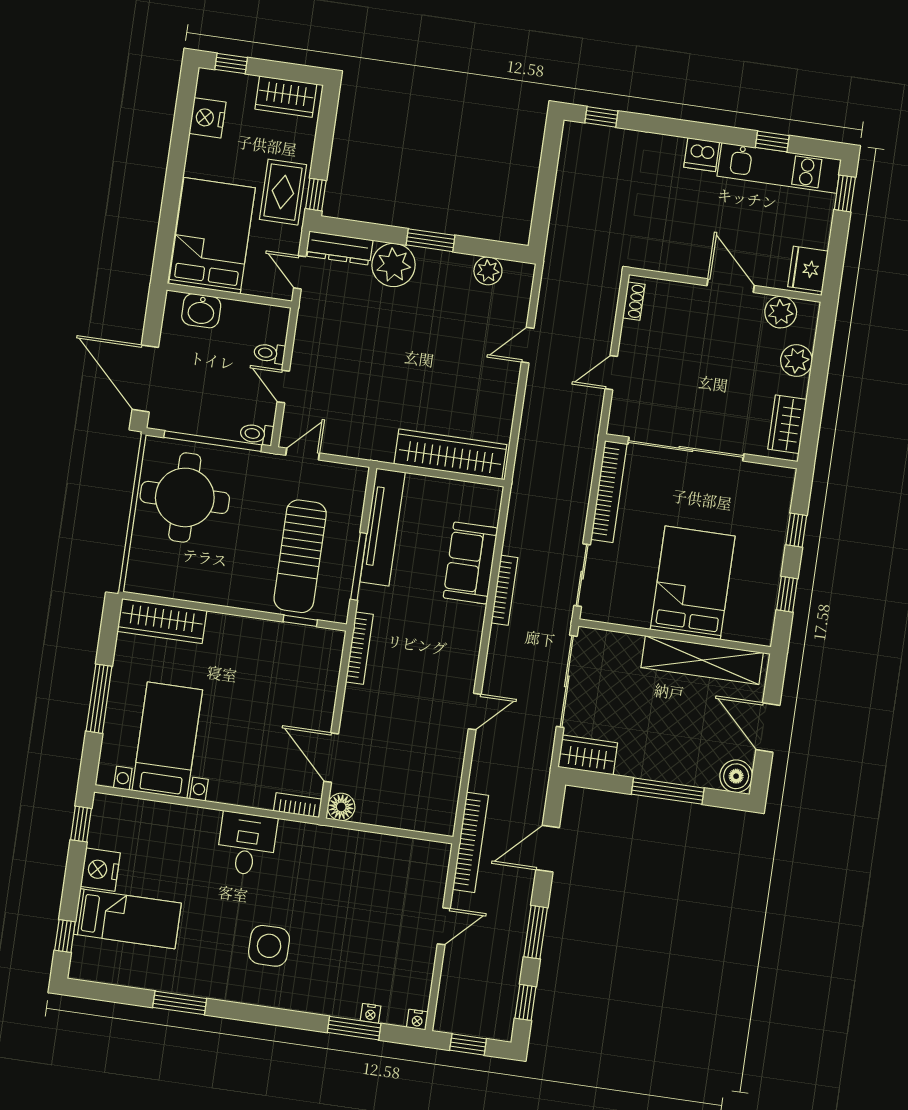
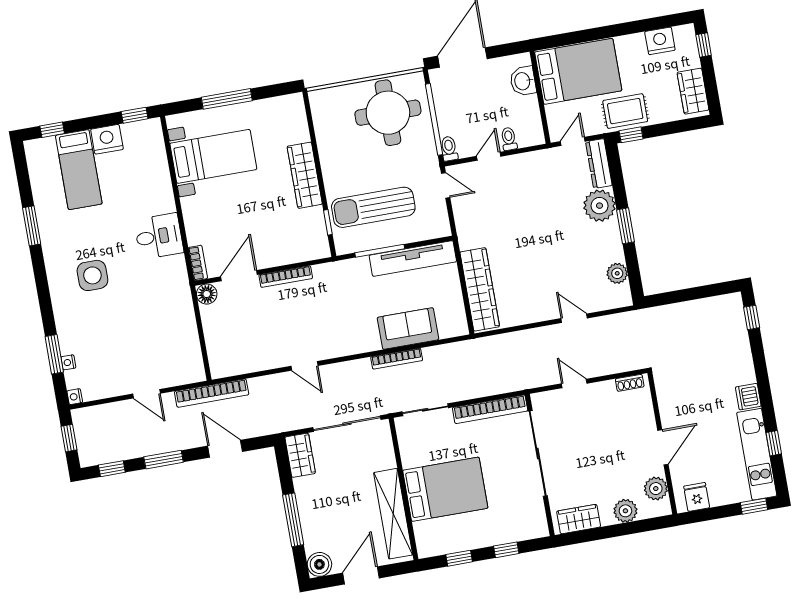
fridge: (808, 269) -> (697, 497), width x0.72
wardrobe: (162, 621) -> (305, 175), moved
bookcase: (359, 648) -> (286, 277), moved

